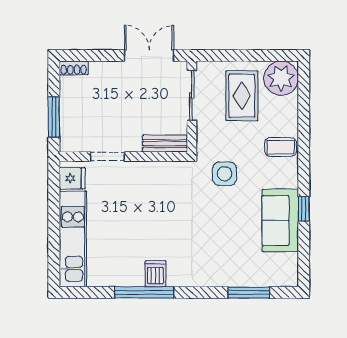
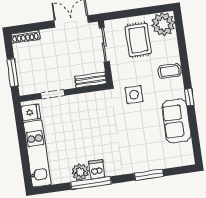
shoe rack: (74, 68) -> (25, 37), width x1.43
window: (304, 209) -> (189, 97), moved
plant: (131, 275) -> (80, 172), added
window: (249, 292) -> (149, 175), moved

